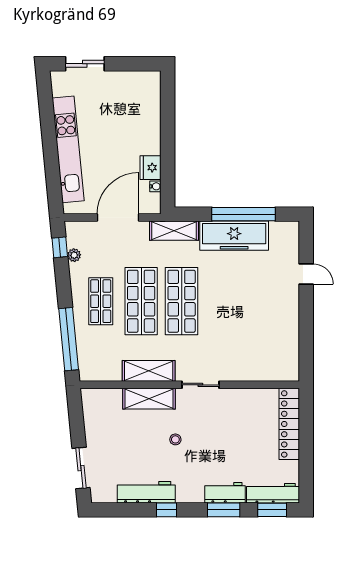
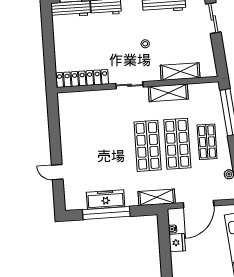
freezer: (234, 236) -> (106, 199), width x0.73, depth x0.79
shelving: (149, 399) -> (180, 72), moved
locker: (289, 424) -> (82, 78), moved, turned -90

